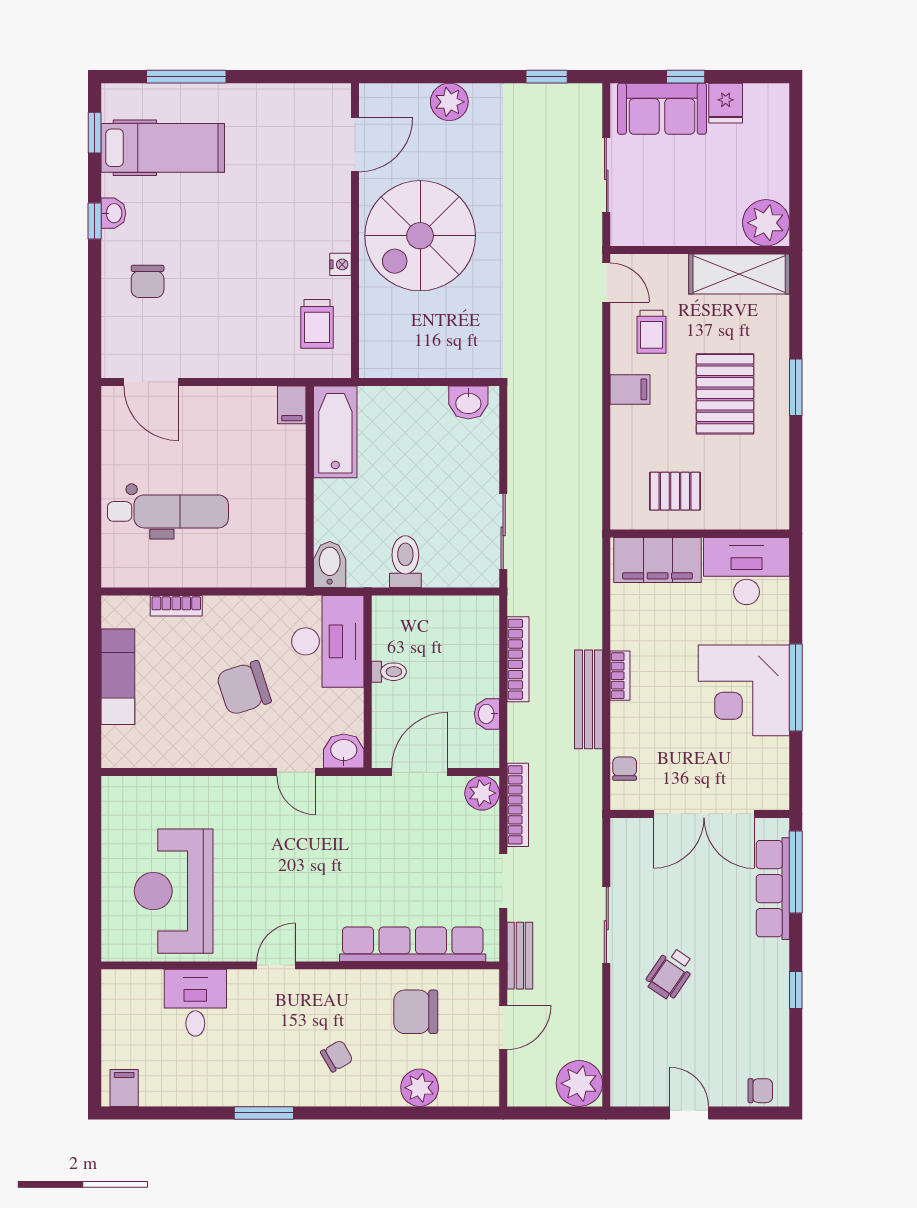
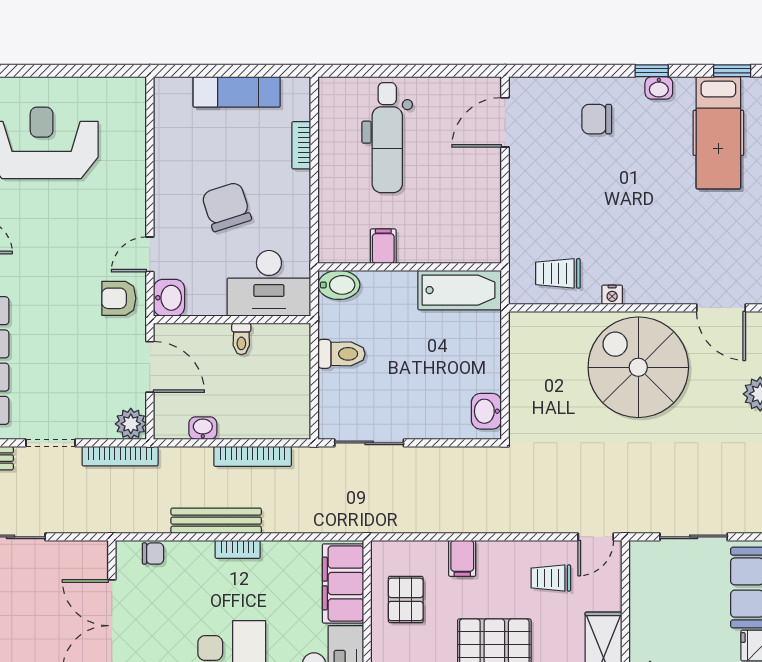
filing cabinet: (630, 389) -> (462, 558), moved
filing cabinet: (292, 405) -> (383, 246), moved, turned 90
armchair: (344, 806) -> (119, 298), added

